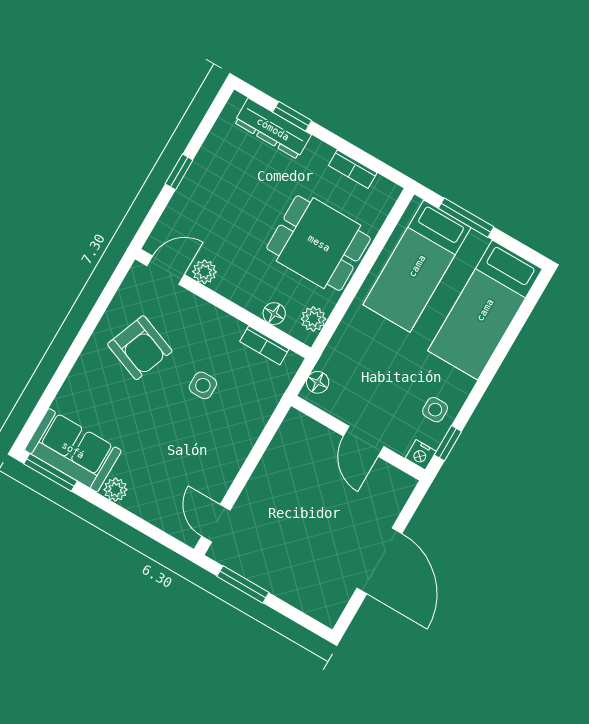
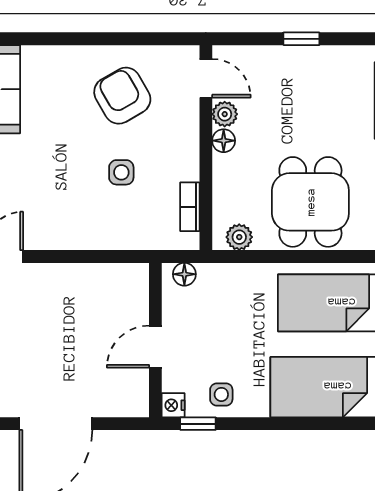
floor lamp: (274, 314) -> (224, 141), moved
armchair: (140, 348) -> (122, 96), turned 129

